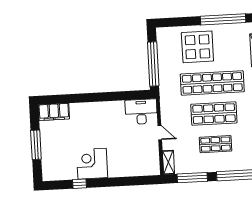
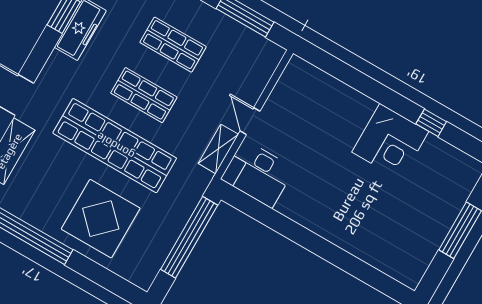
filing cabinet: (54, 112) -> (397, 264), removed
shop shelf: (214, 114) -> (144, 95), width x0.70, depth x0.74
shelving: (168, 162) -> (218, 149), moved

